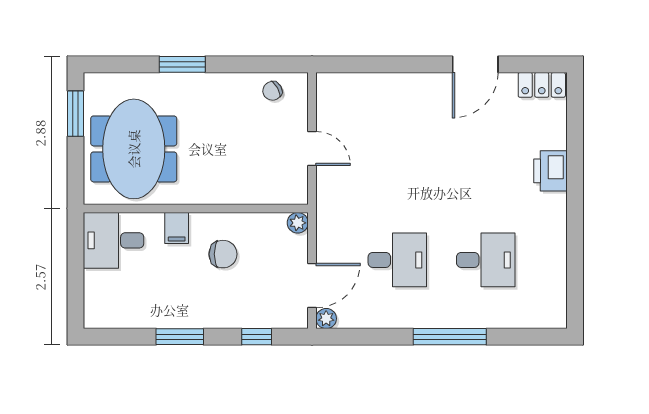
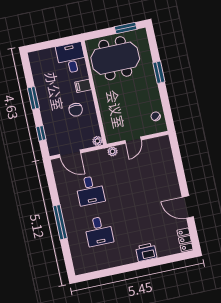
plant: (326, 319) -> (112, 151), moved

